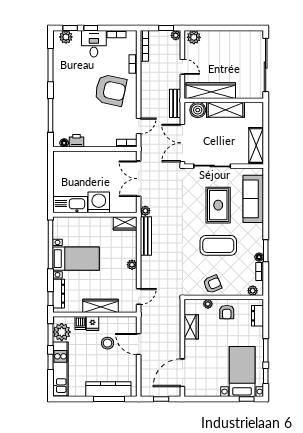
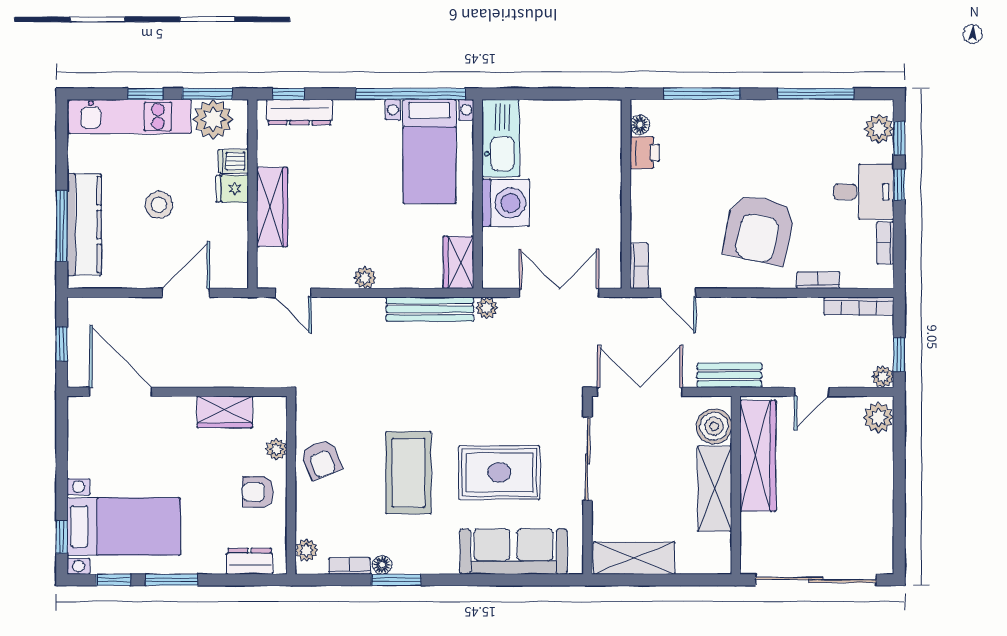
bed with nightstands: (76, 259) -> (429, 151), moved
stool: (108, 343) -> (159, 205), moved

